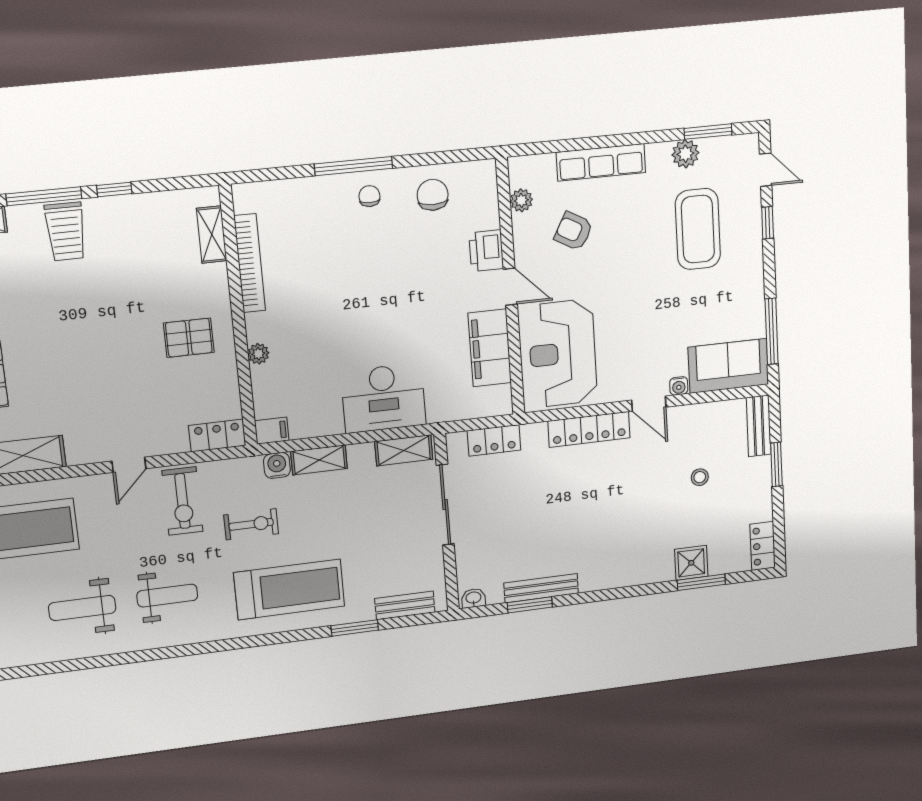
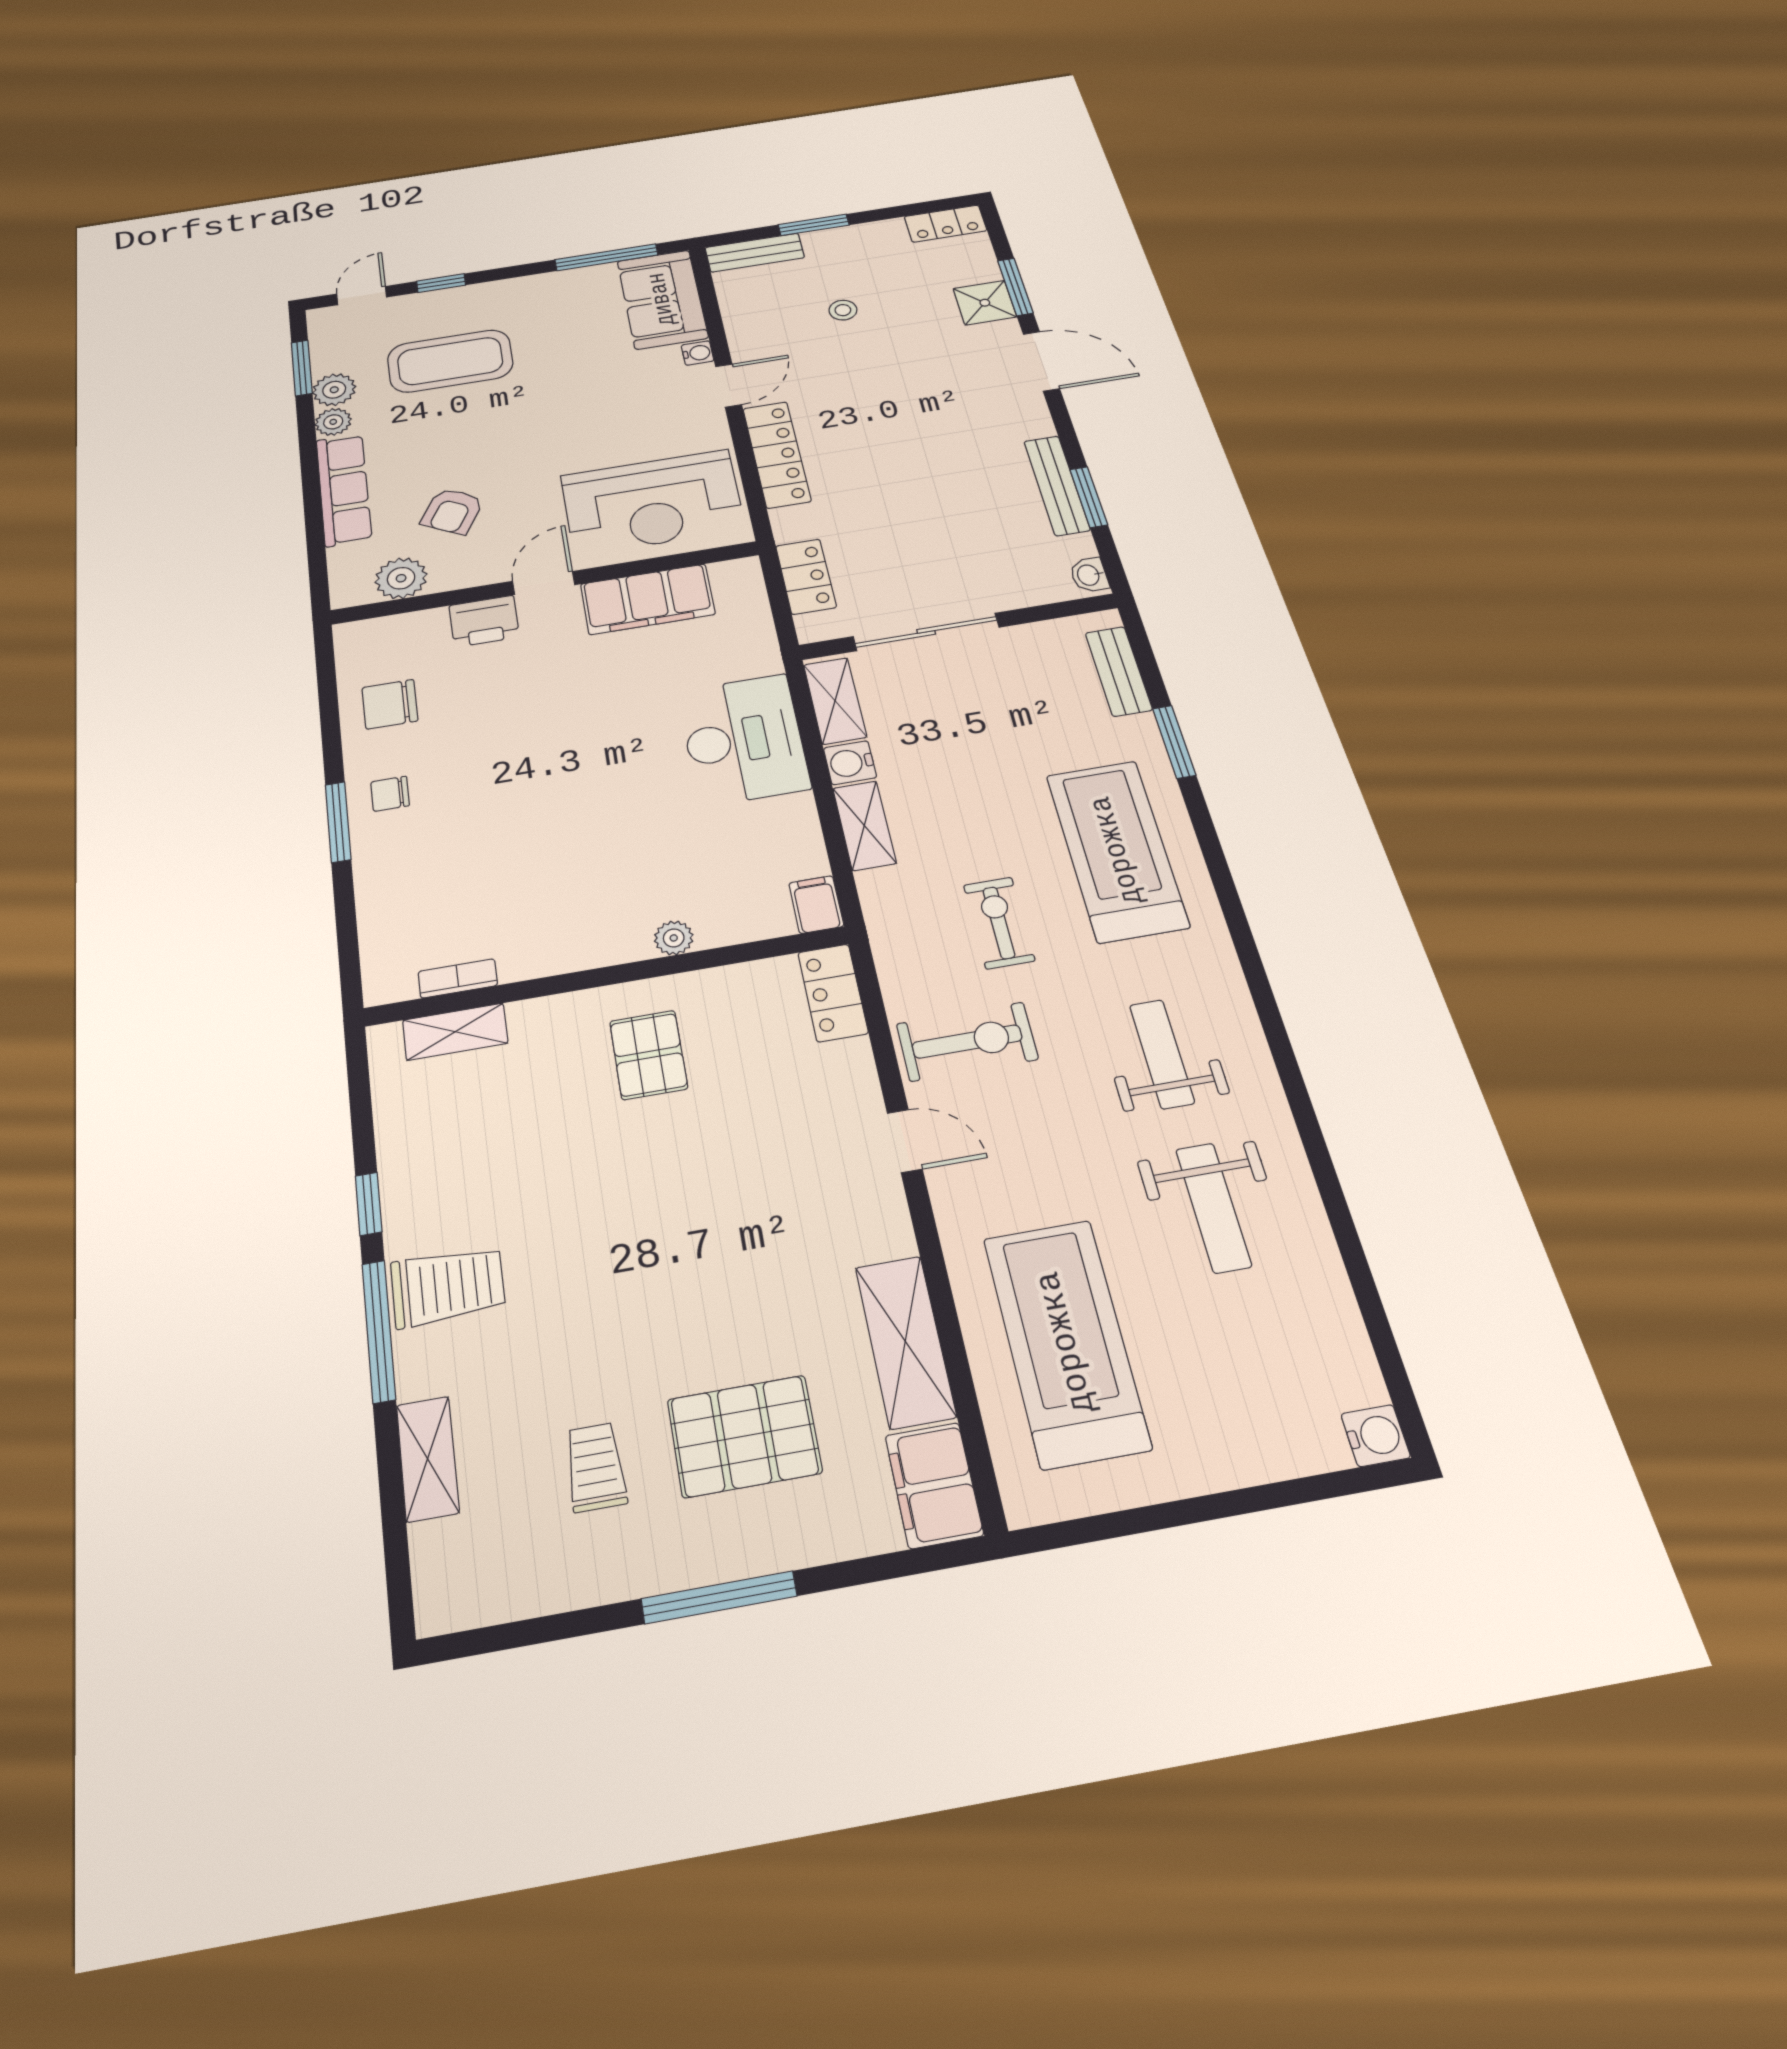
plant: (658, 154) -> (333, 422), added
window: (353, 166) -> (338, 822), width x0.69
plant: (521, 200) -> (401, 578), width x1.38, depth x1.38
bookcase: (250, 263) -> (458, 978), width x0.43, depth x0.76
water cooler: (277, 465) -> (850, 763), moved
door: (638, 591) -> (1041, 361), added

